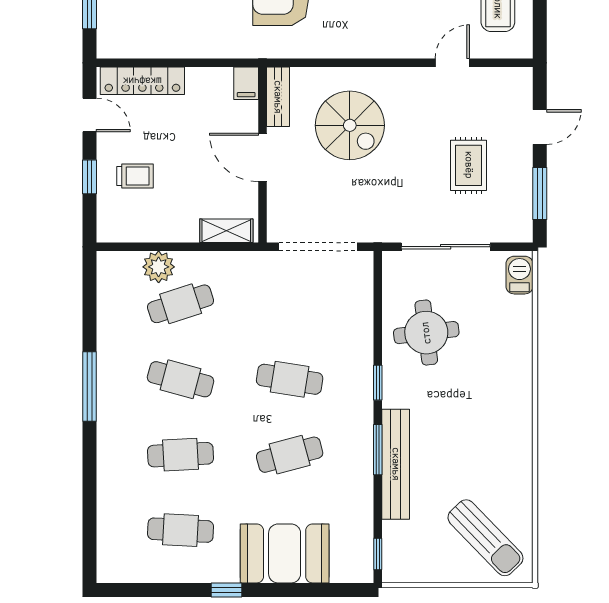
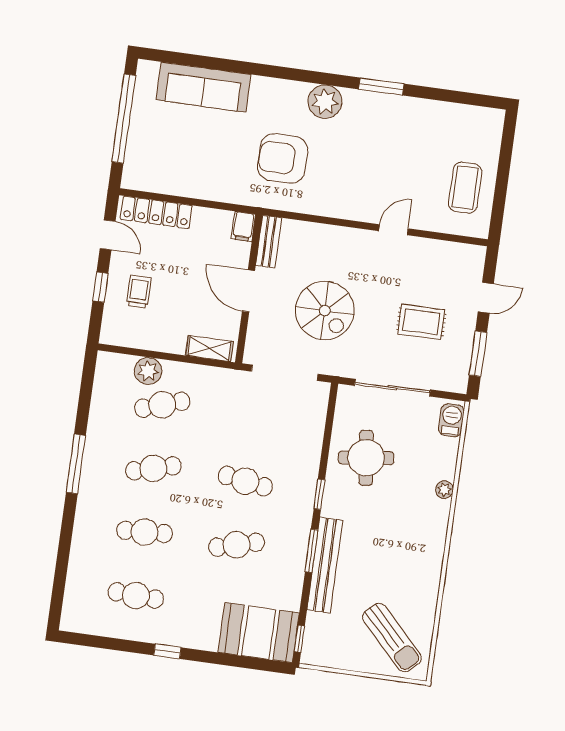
door: (452, 63) -> (393, 230), moved
spiral stairs: (350, 125) -> (325, 310), moved
rug: (469, 165) -> (421, 322), turned 90
trolley: (135, 176) -> (139, 292), turned -90
plant: (523, 357) -> (444, 490), added
cafe table: (181, 379) -> (153, 468), turned -30
booth: (285, 553) -> (259, 633), moved

